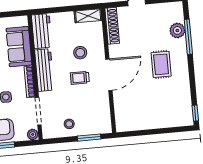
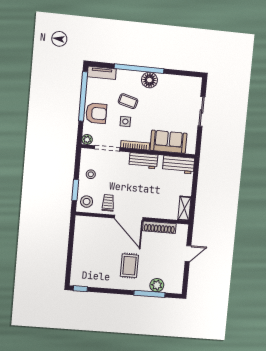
shoe rack: (112, 26) -> (159, 227), moved
stool: (80, 53) -> (87, 202), moved
rug: (161, 64) -> (129, 266), turned 90
workbench: (44, 70) -> (143, 161), width x0.73
trolley: (80, 78) -> (108, 203), moved

